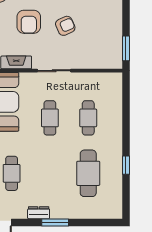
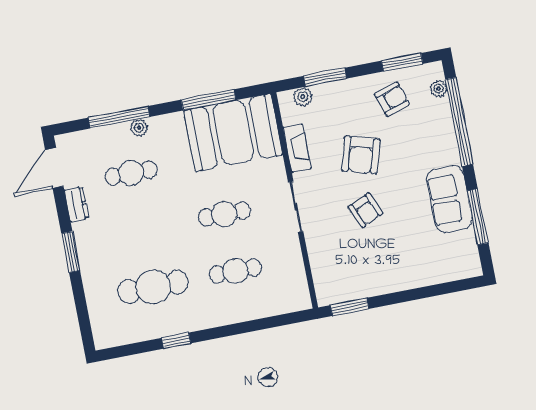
armchair: (29, 22) -> (361, 155), turned -74
dresser: (39, 213) -> (76, 204), moved

